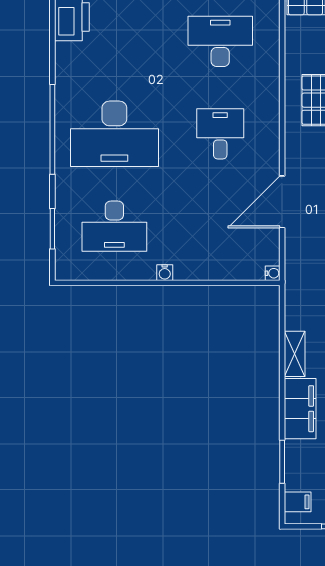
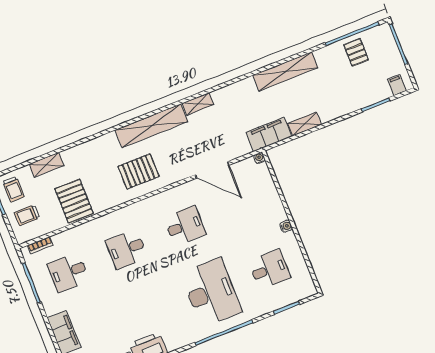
desk: (220, 41) -> (127, 249), width x0.73
desk: (220, 134) -> (185, 226), turned 180
desk: (114, 226) -> (269, 269), width x0.73
filing cabinet: (300, 409) -> (269, 134), moved

